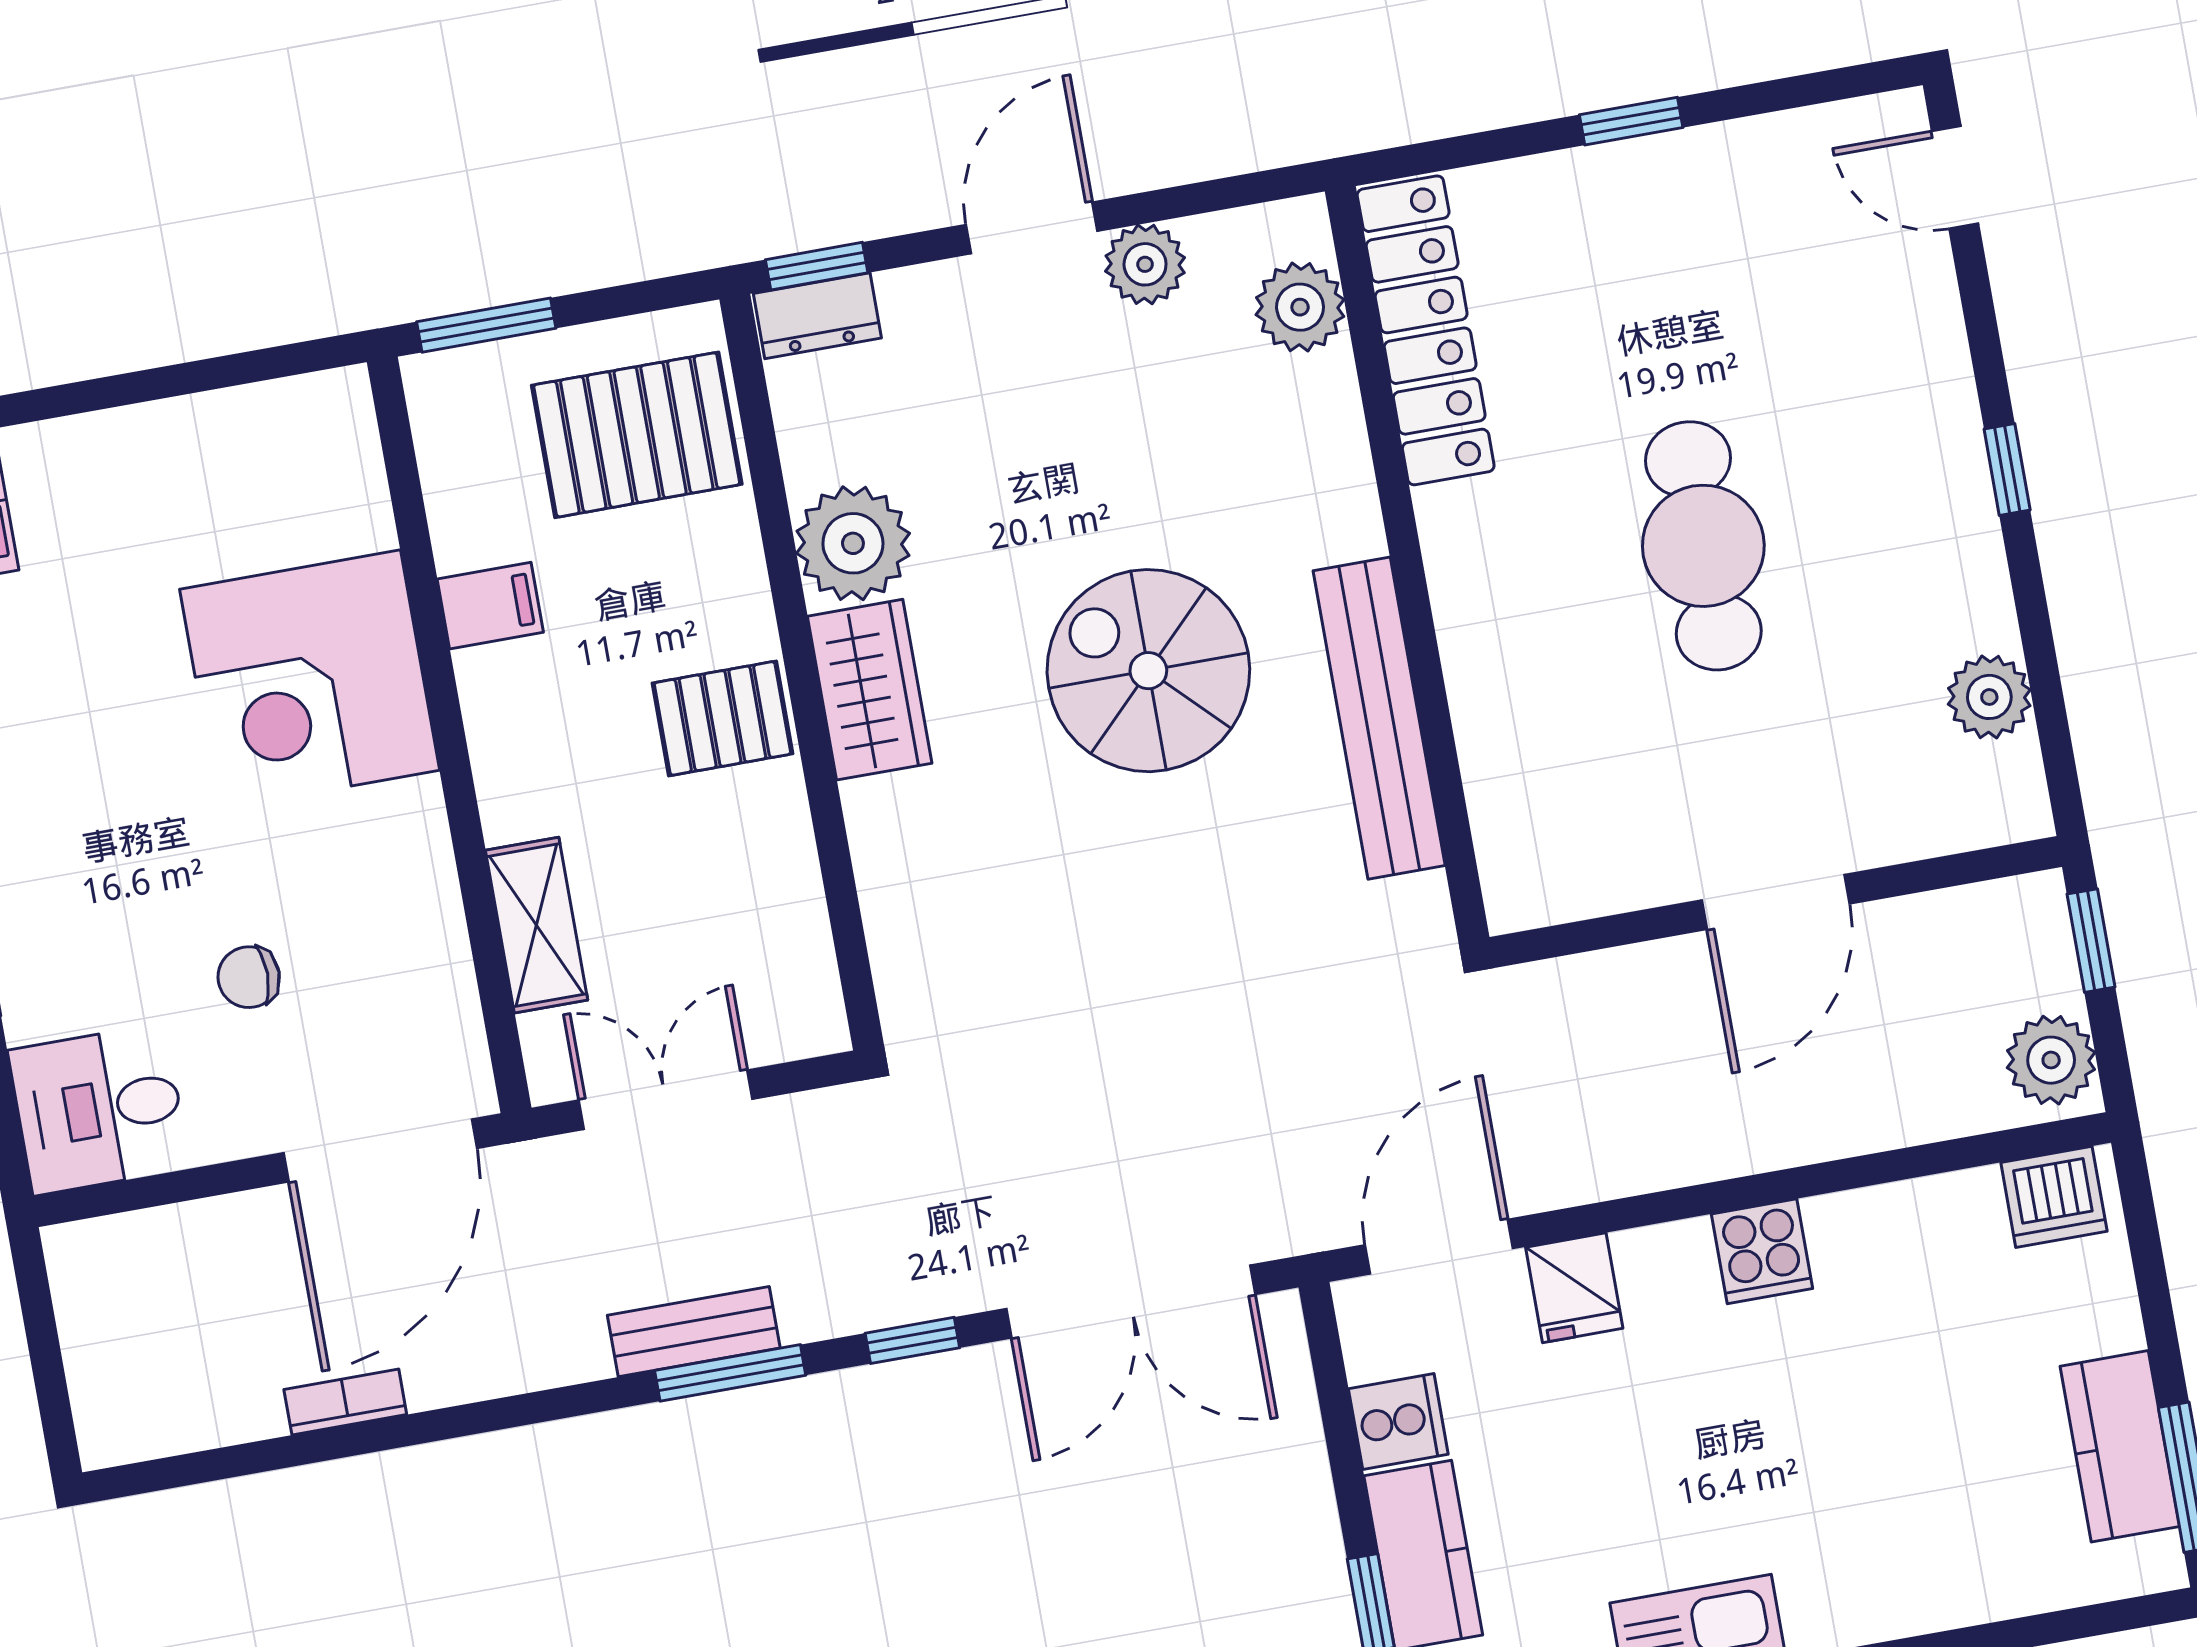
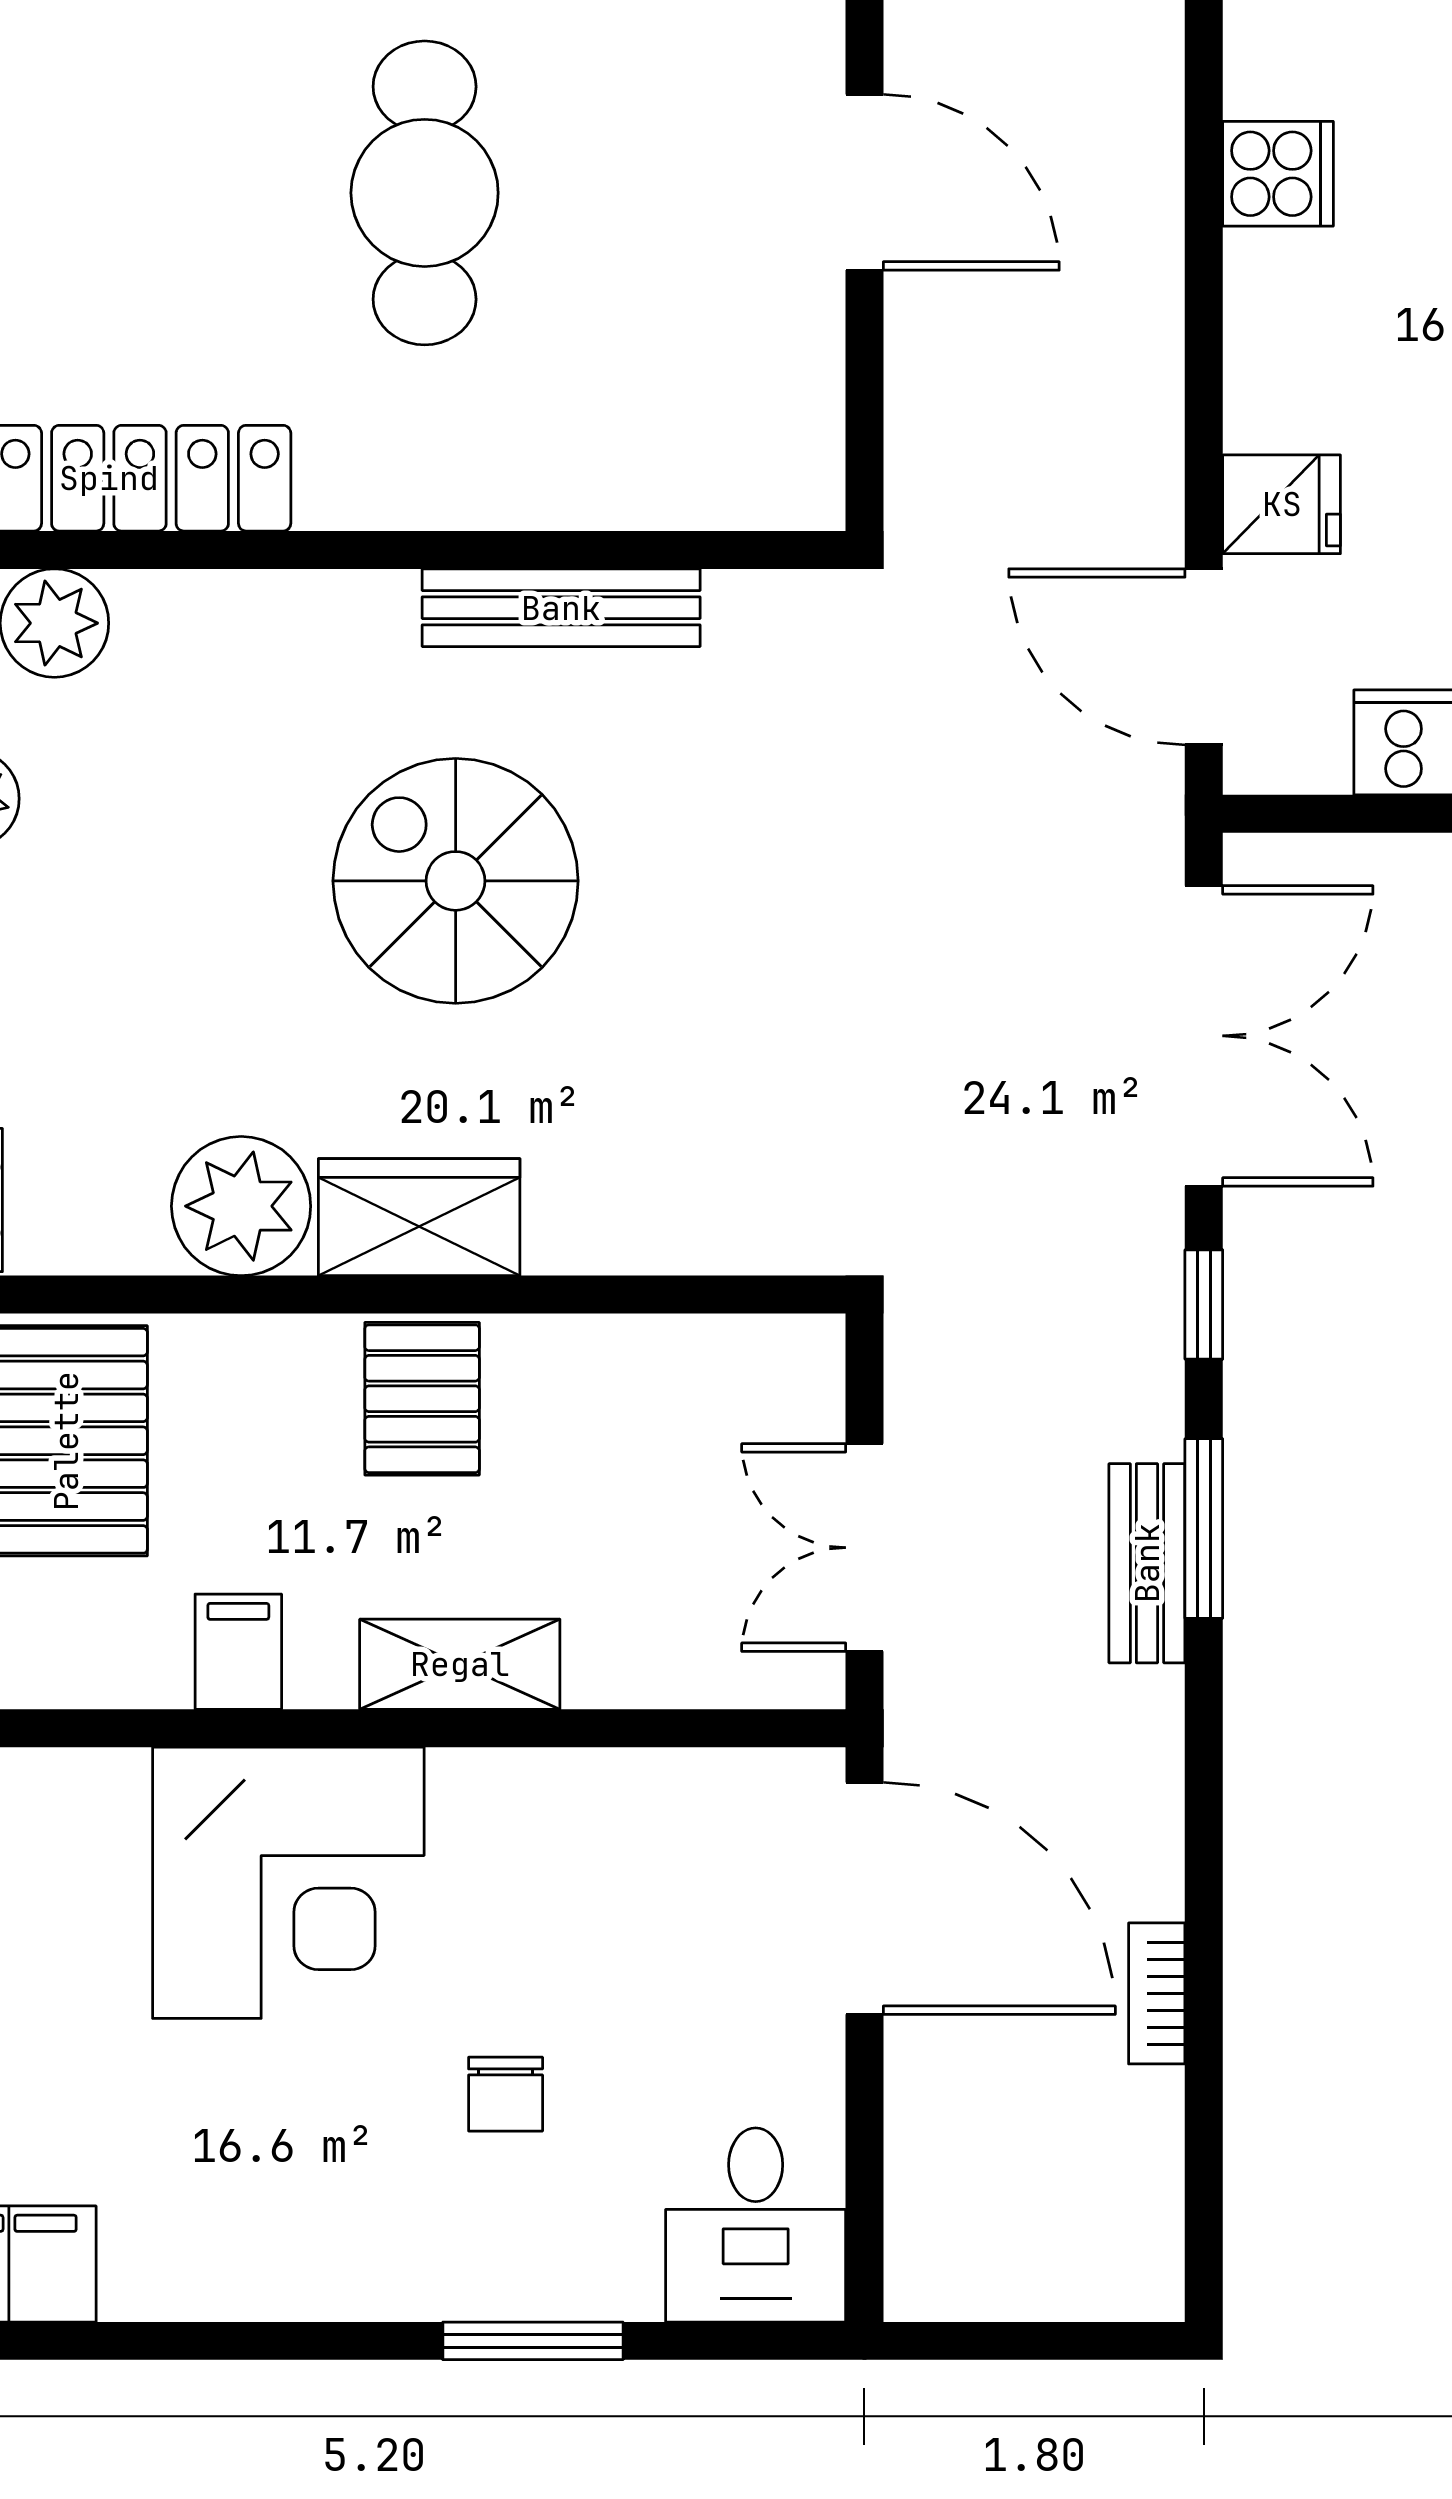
cafe table: (1703, 546) -> (425, 193), turned 90
spiral stairs: (1148, 671) -> (456, 881), turned 90
bench: (1379, 718) -> (561, 608), width x0.73, depth x0.82
shelving: (537, 925) -> (460, 1664), moved
chair: (249, 977) -> (506, 2094), moved
cooker: (1762, 1251) -> (1278, 174), moved

